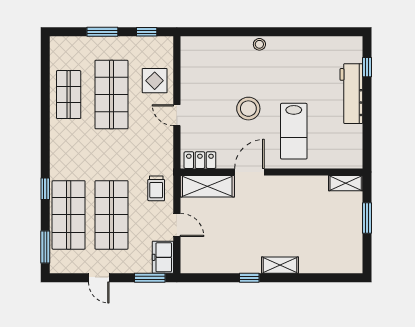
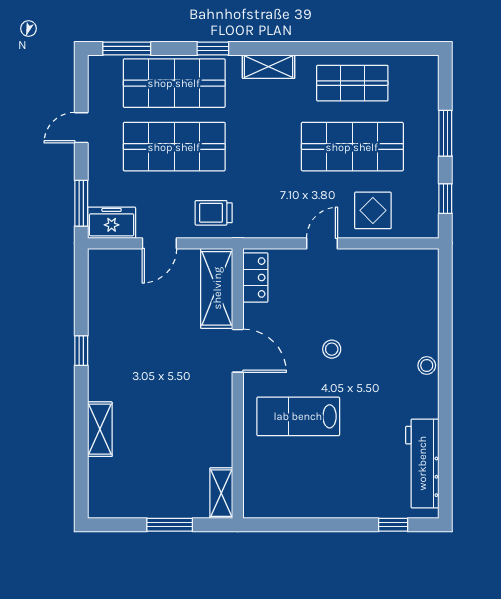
workbench: (351, 94) -> (422, 463), moved, turned -90
stool: (248, 109) -> (332, 349), width x0.53, depth x0.53
shelving: (57, 151) -> (269, 67), added
shelving: (280, 265) -> (100, 429), moved

